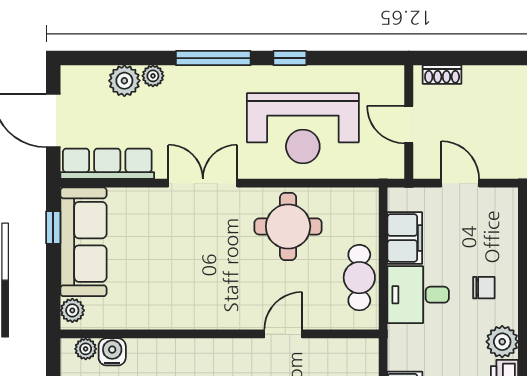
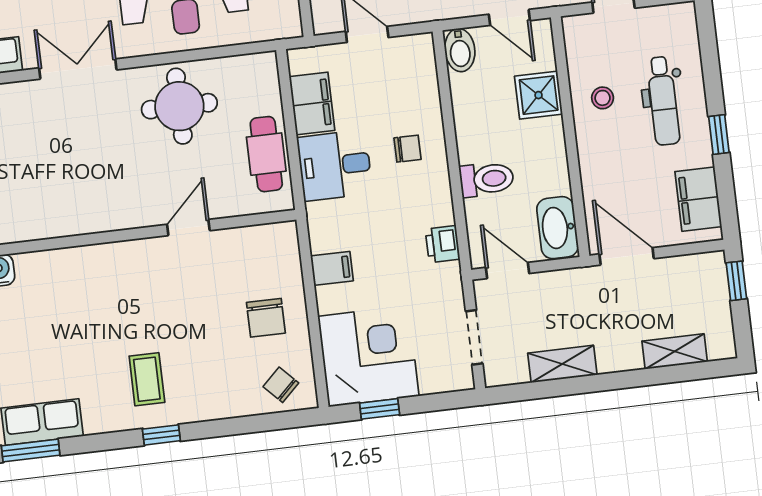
plant: (502, 342) -> (435, 207), removed

